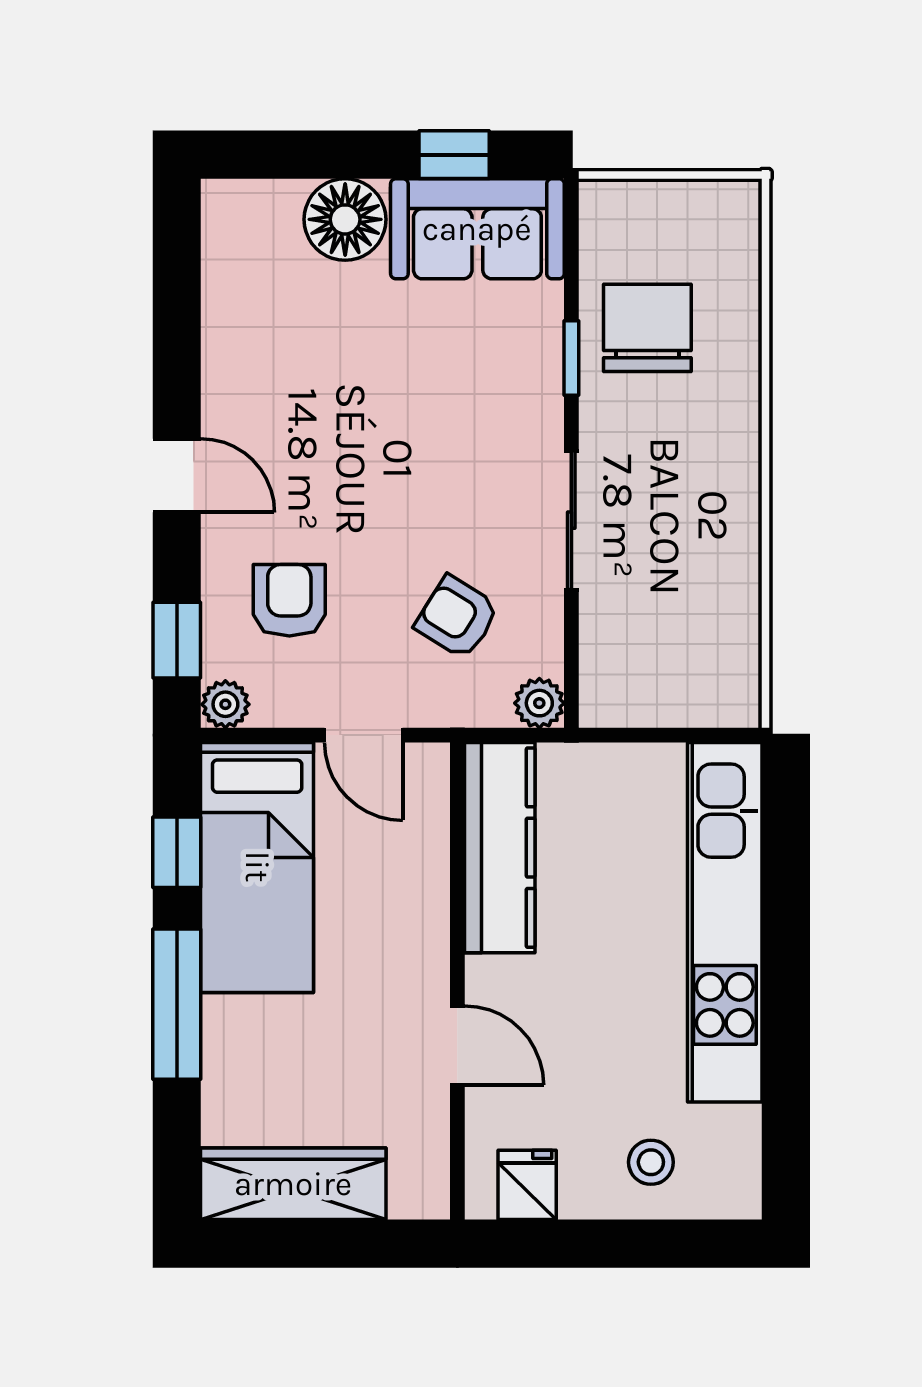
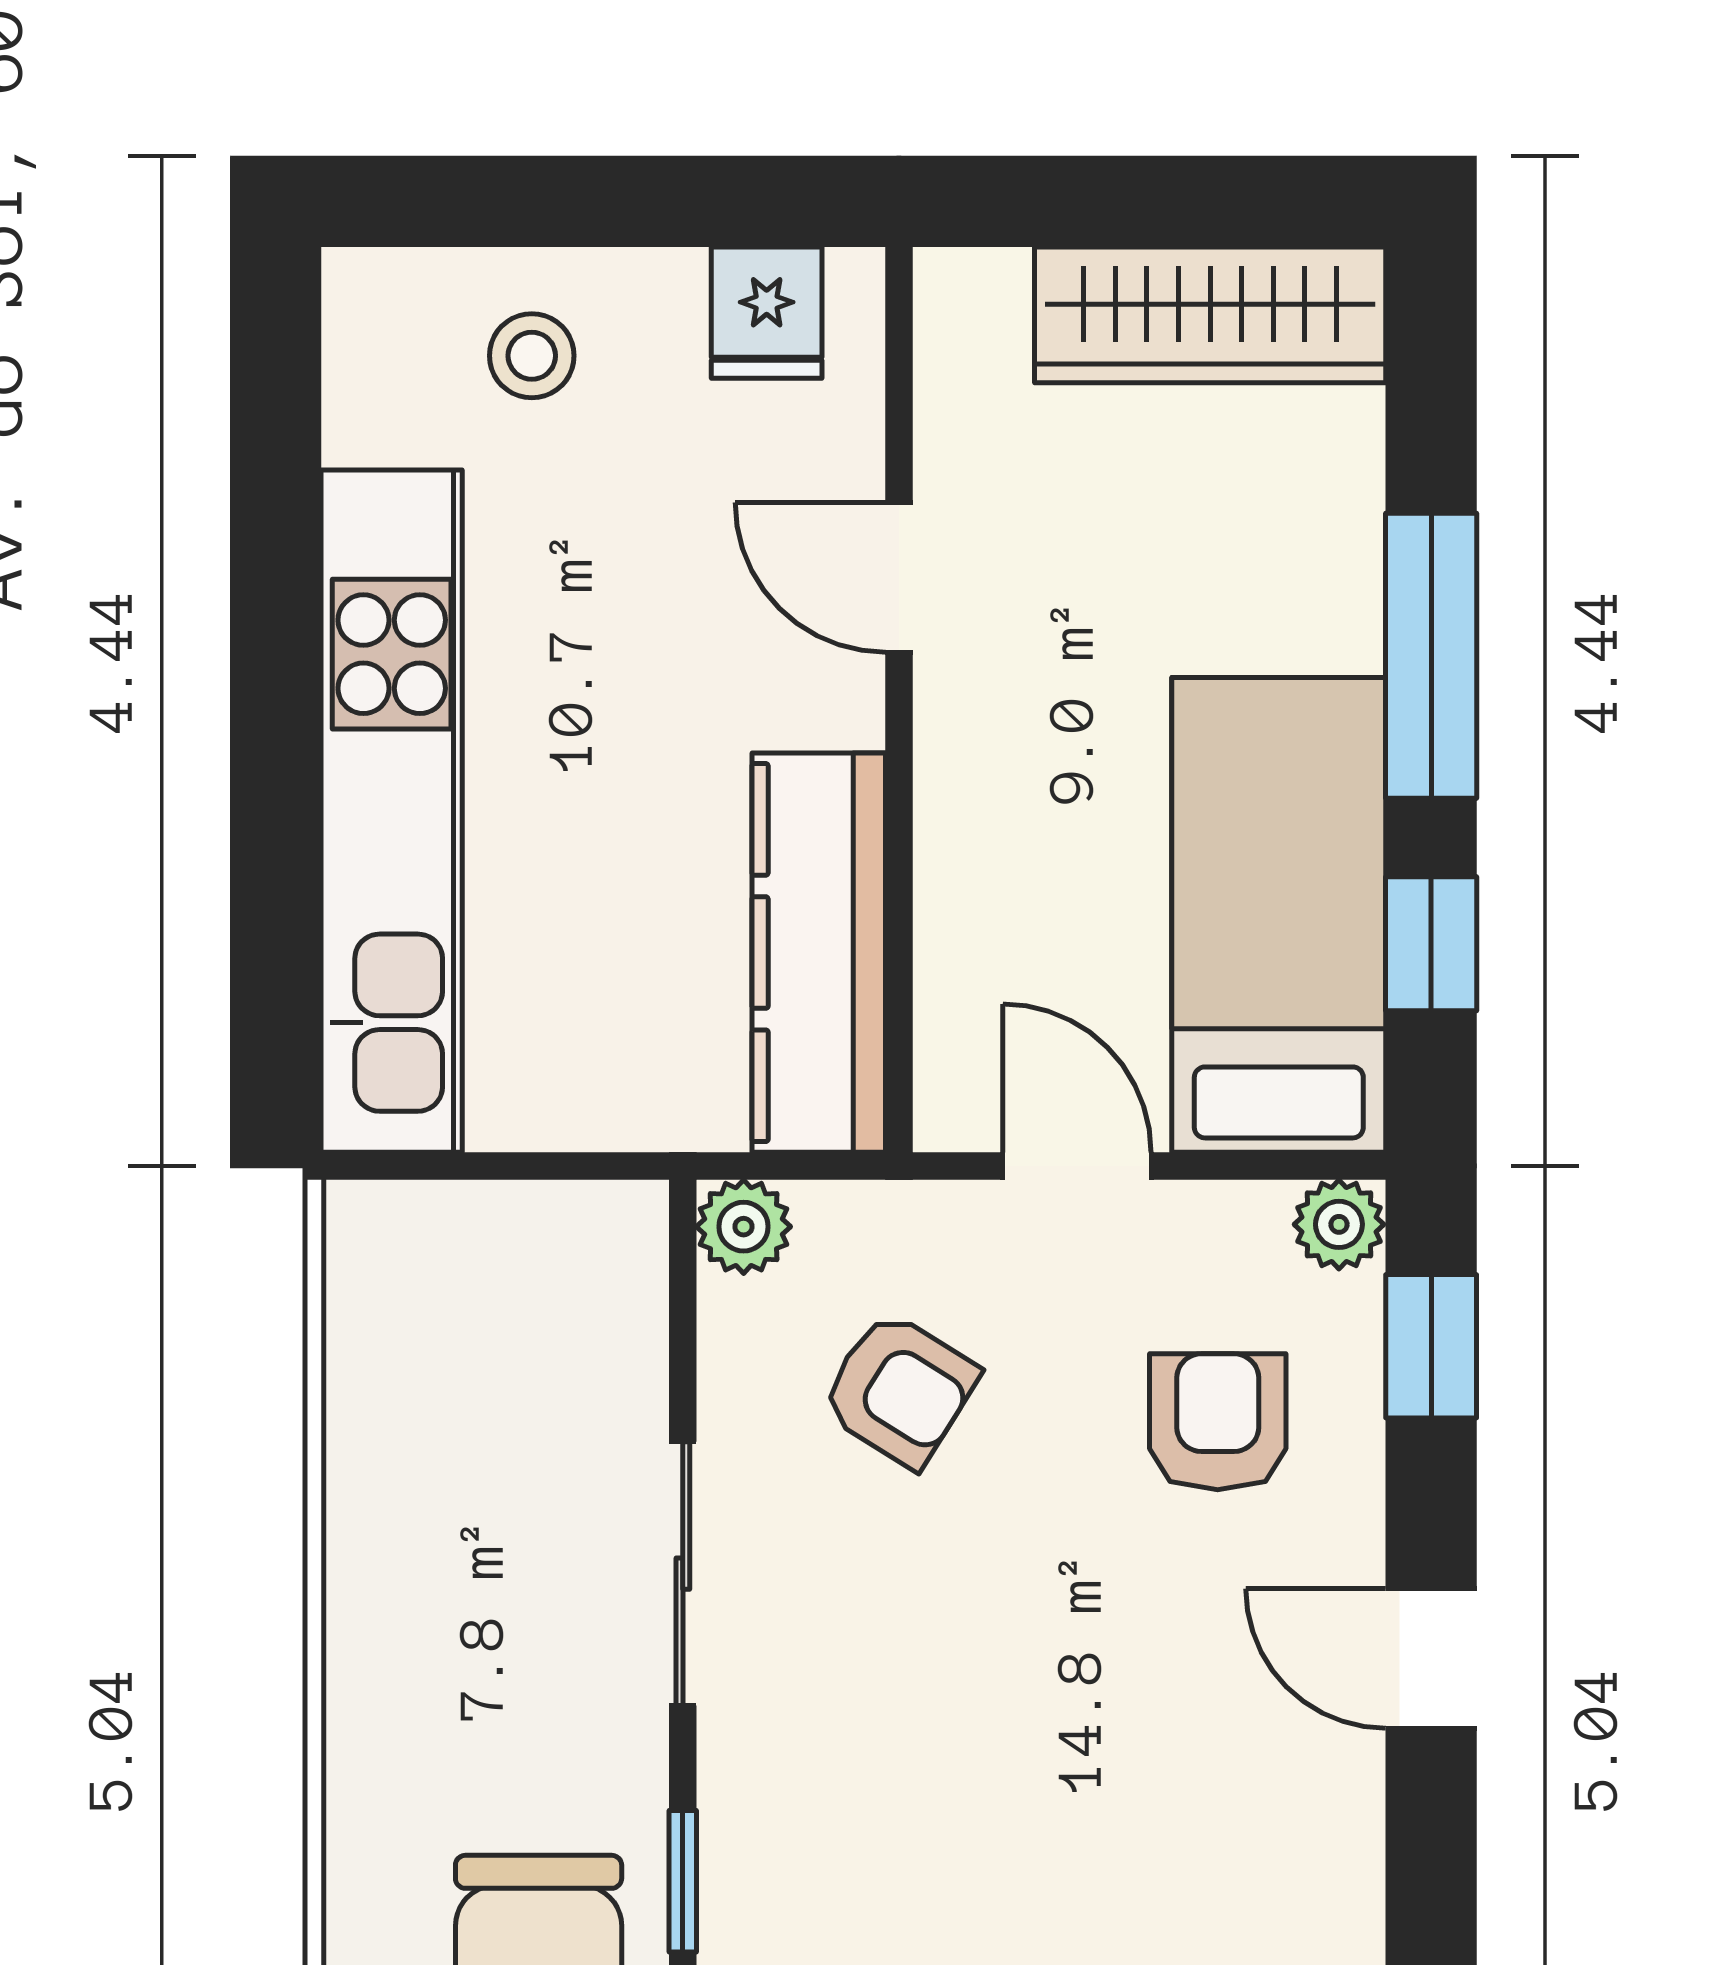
armchair: (289, 600) -> (1218, 1422), turned 180

